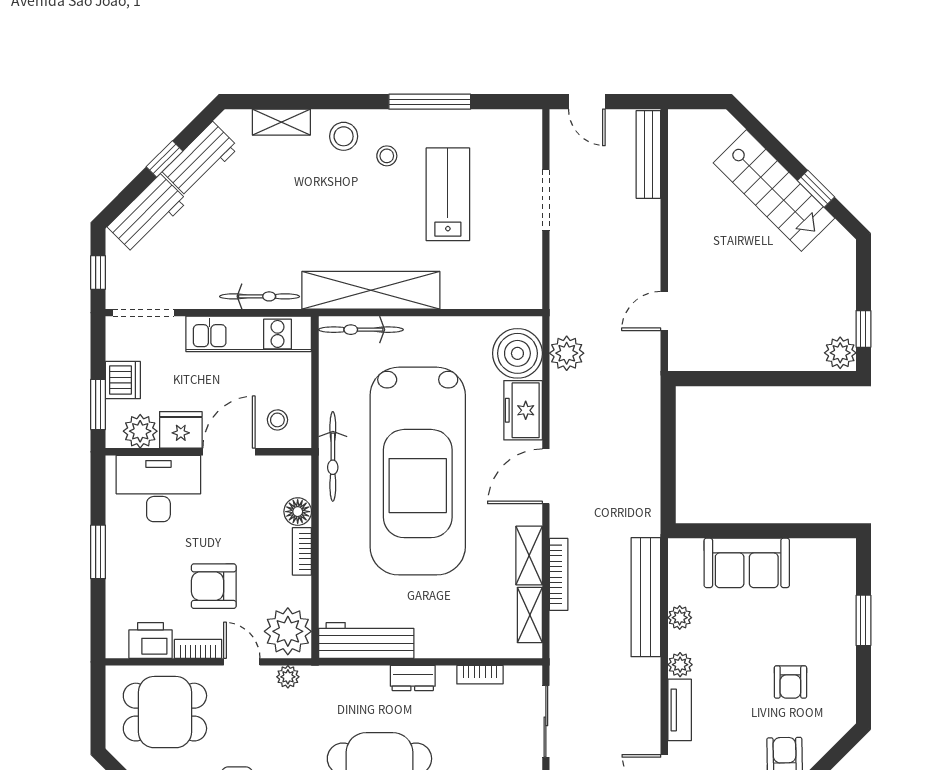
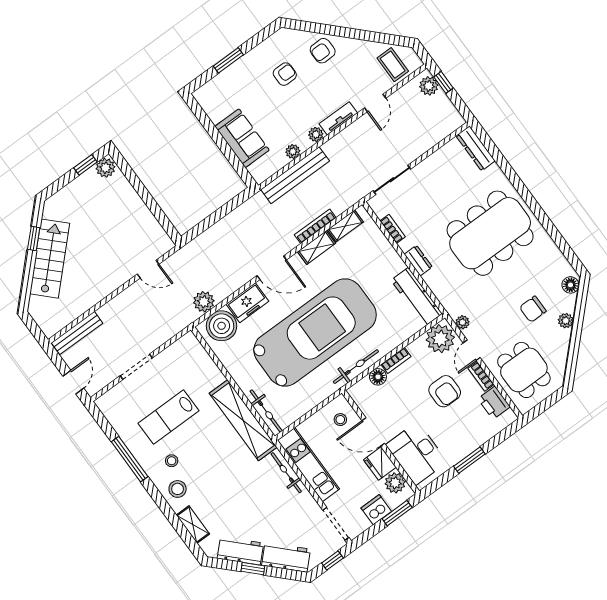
bicycle: (333, 456) -> (356, 367), moved

